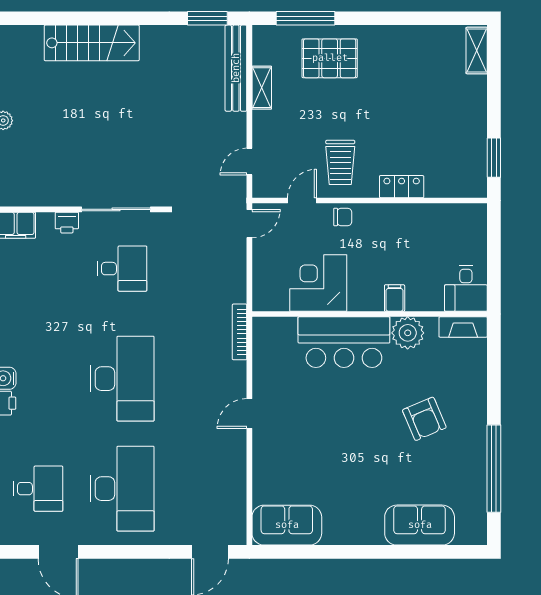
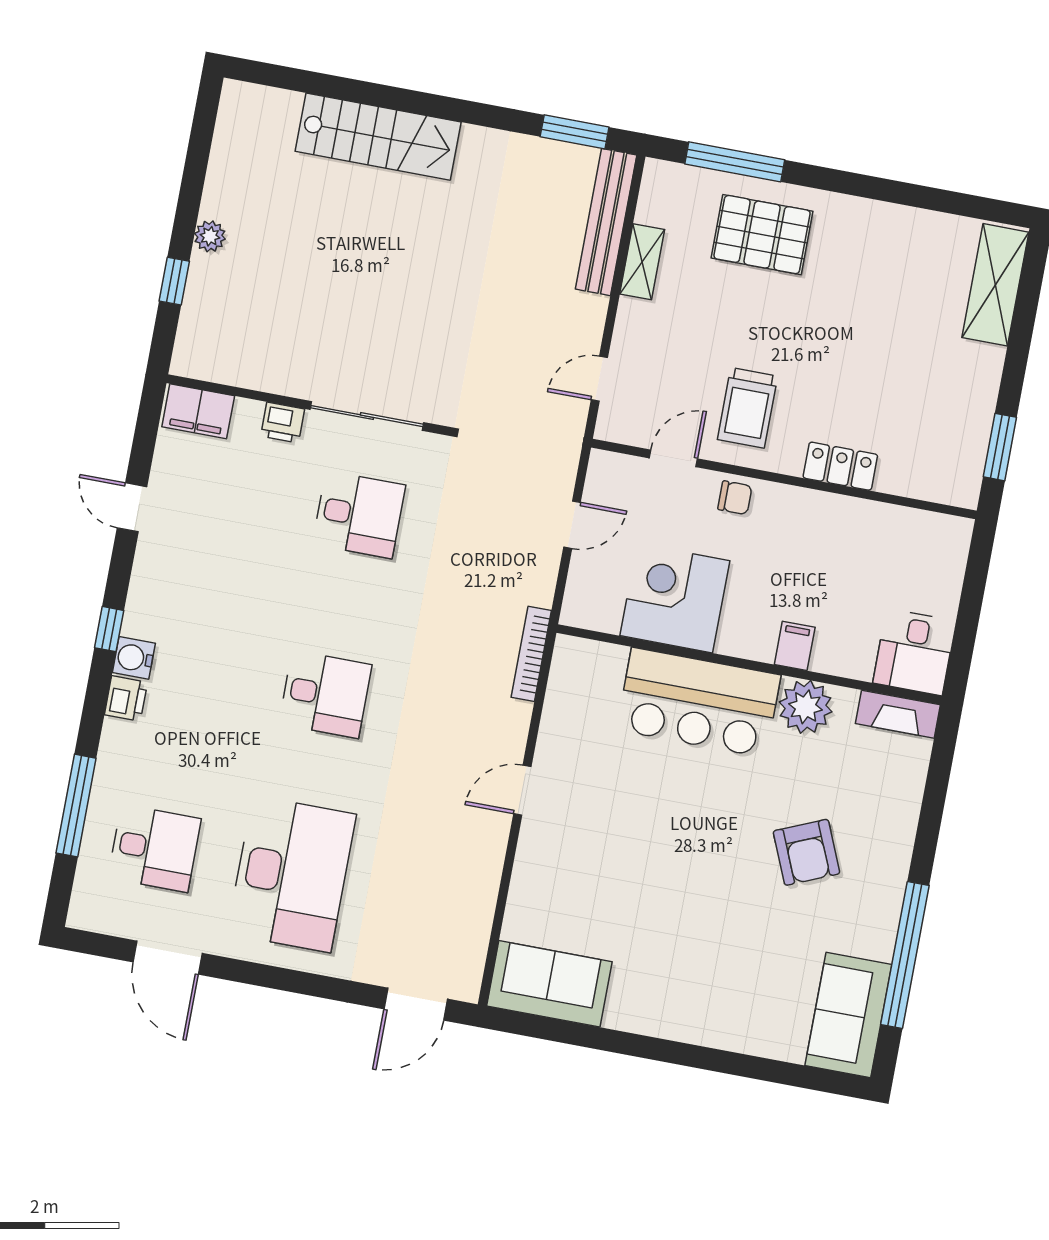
shelving: (477, 51) -> (995, 285), width x1.50, depth x1.33
door: (249, 224) -> (572, 525), moved
desk: (122, 379) -> (325, 694), width x0.53, depth x0.77
sofa: (420, 525) -> (848, 1015), moved, turned -90

